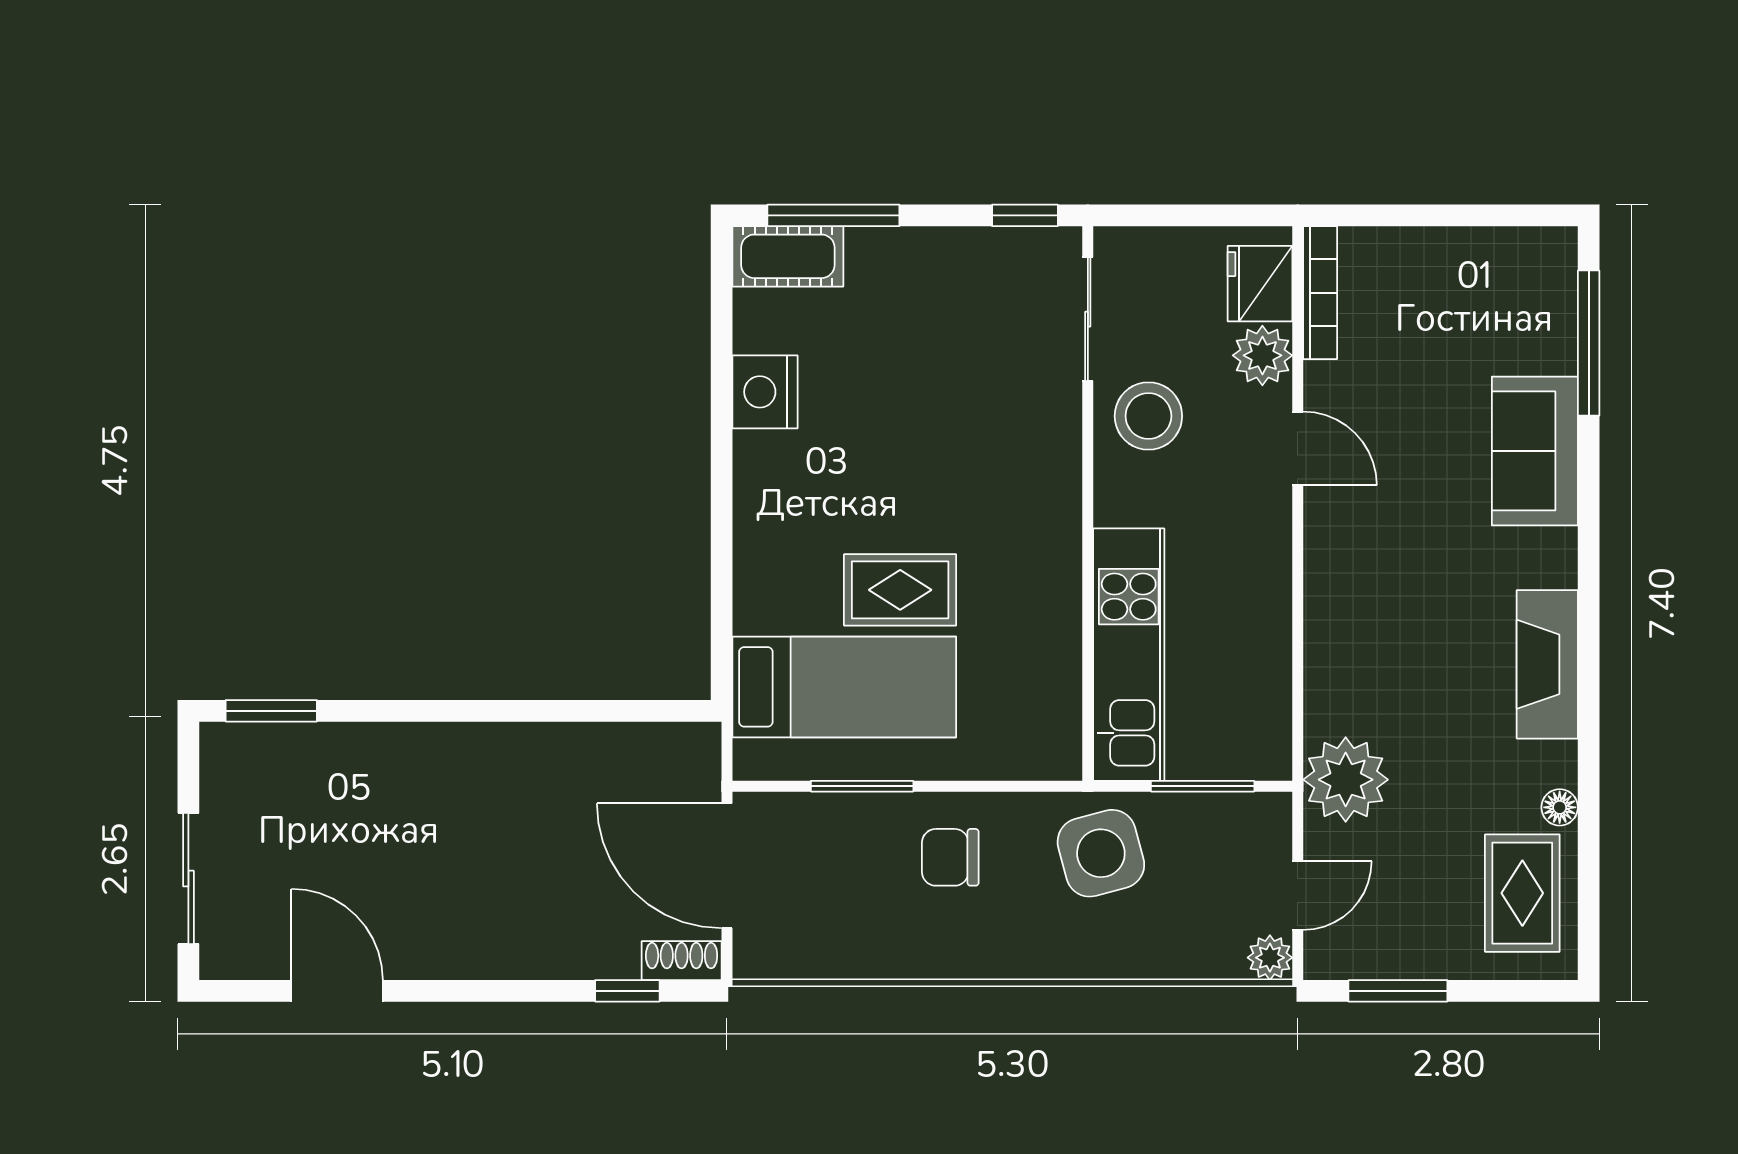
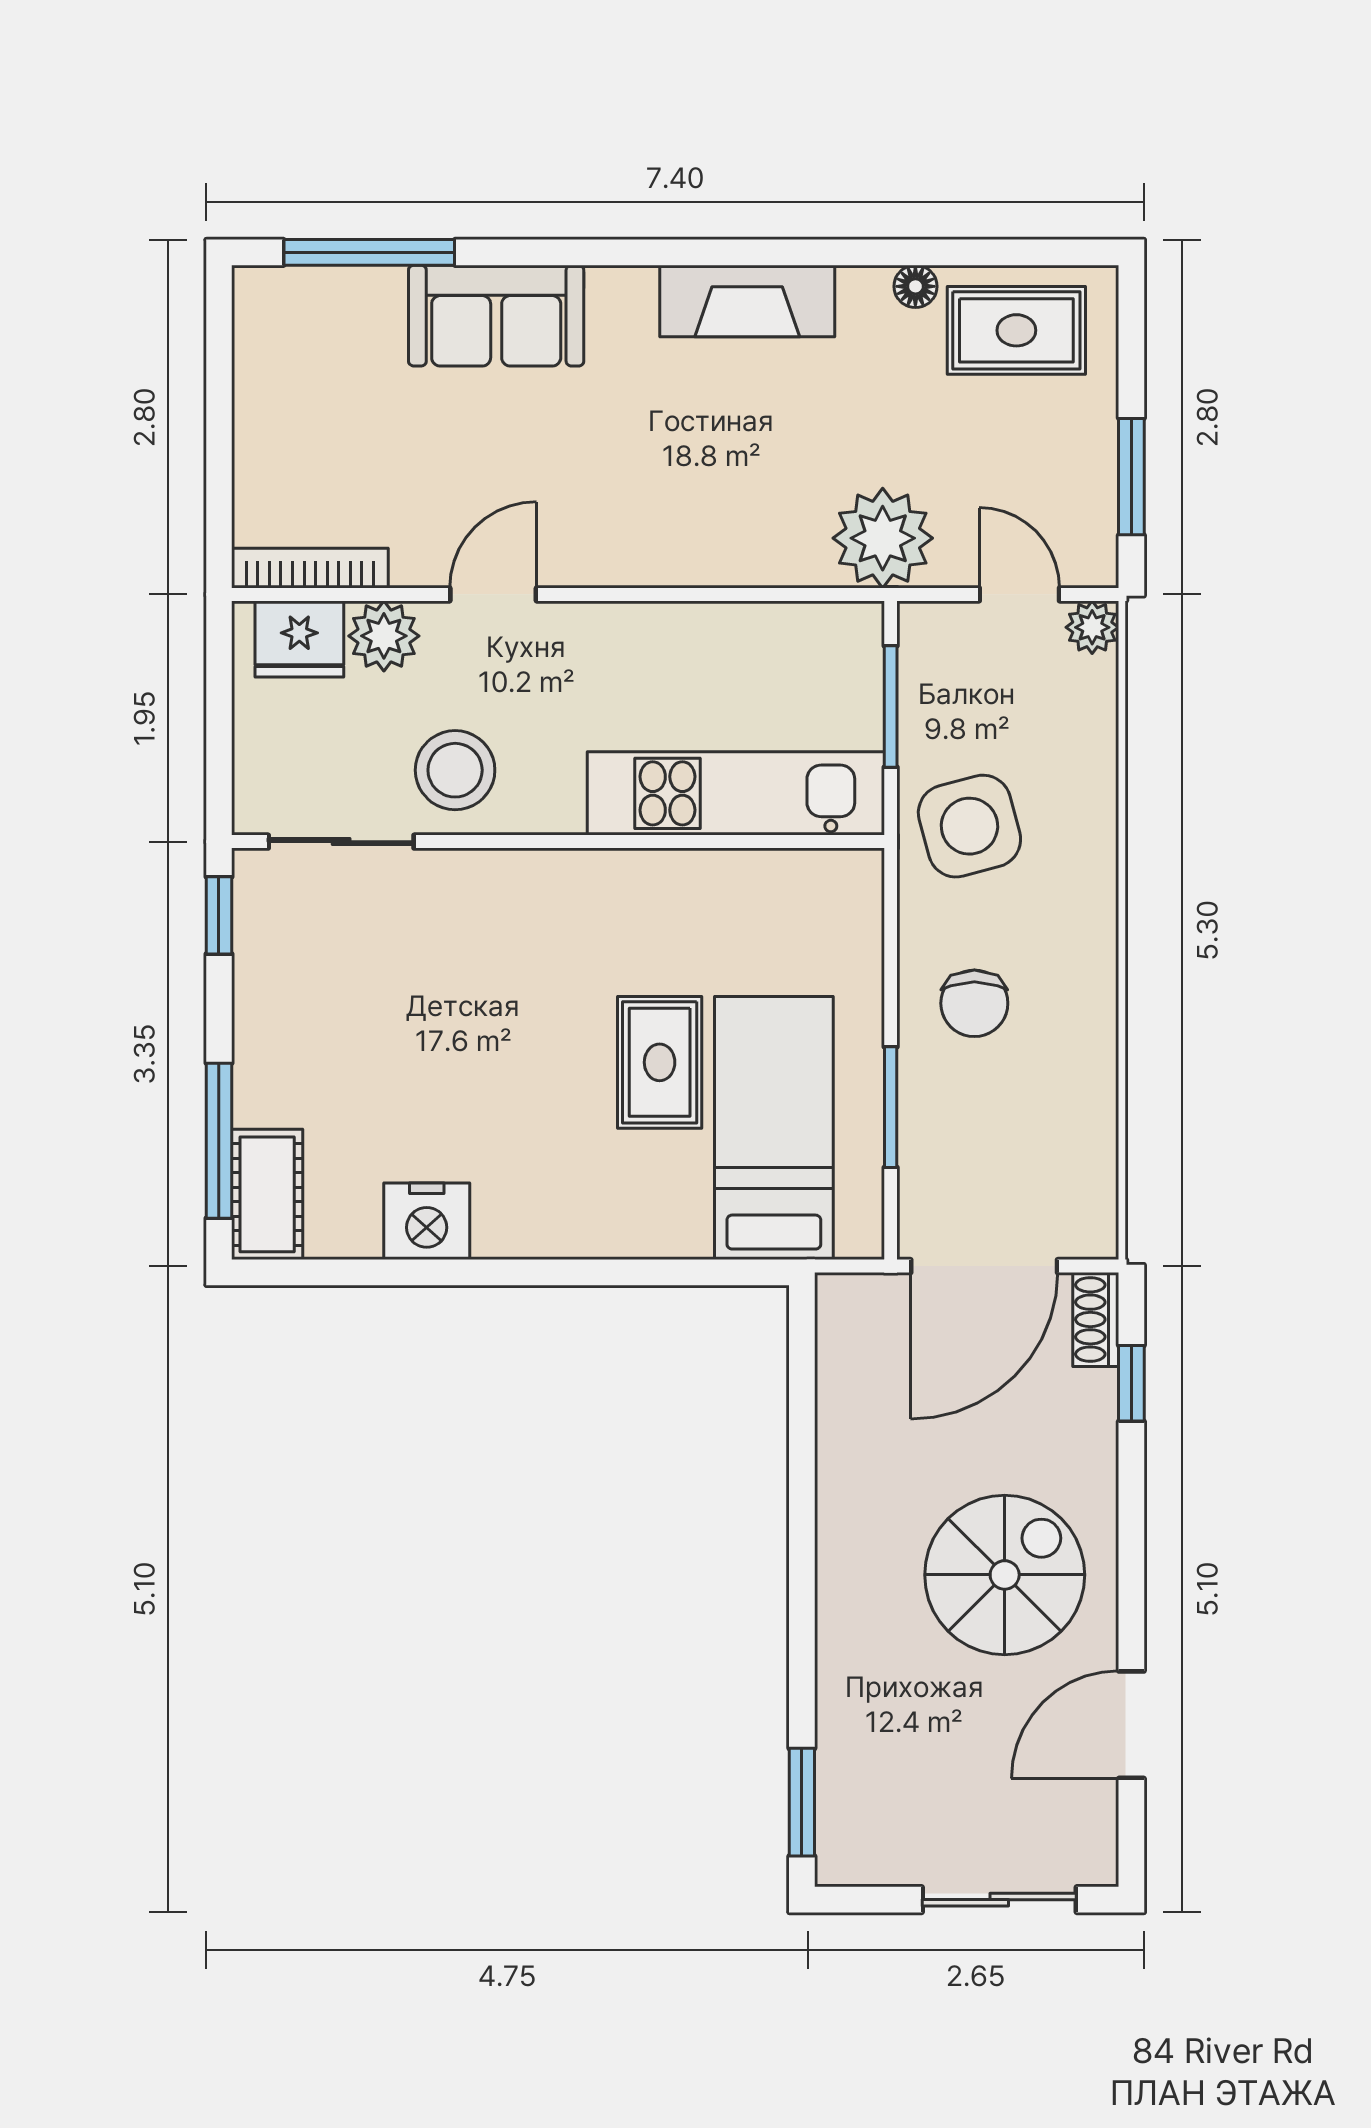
spiral stairs: (464, 883) -> (1005, 1575), added

